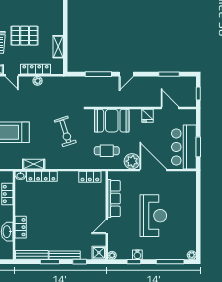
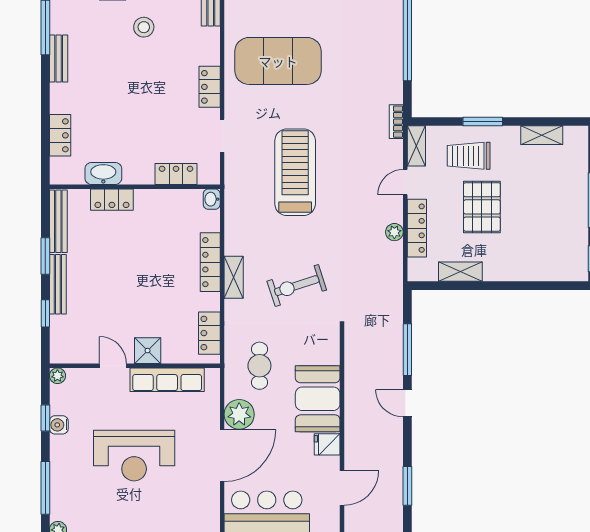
booth: (112, 121) -> (318, 399), moved
shelving: (34, 164) -> (234, 277), moved
locker: (42, 176) -> (210, 262), moved
shower: (99, 253) -> (148, 351), moved

